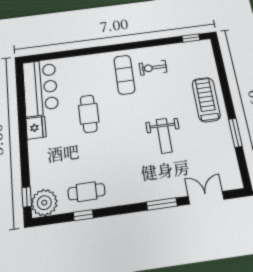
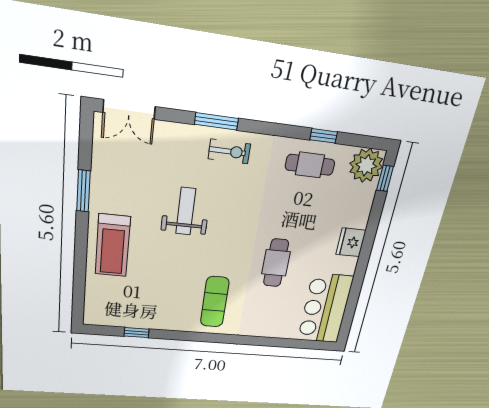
window: (191, 38) -> (137, 333), moved
exercise bike: (153, 68) -> (229, 151), moved
fridge: (36, 128) -> (351, 242), moved
double door: (206, 198) -> (129, 109), moved

